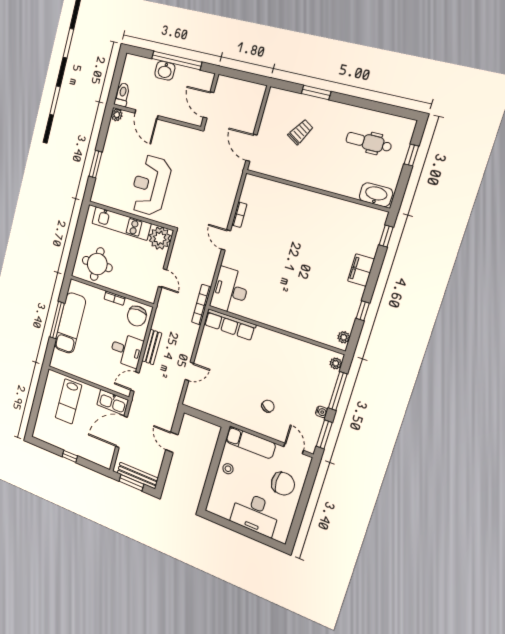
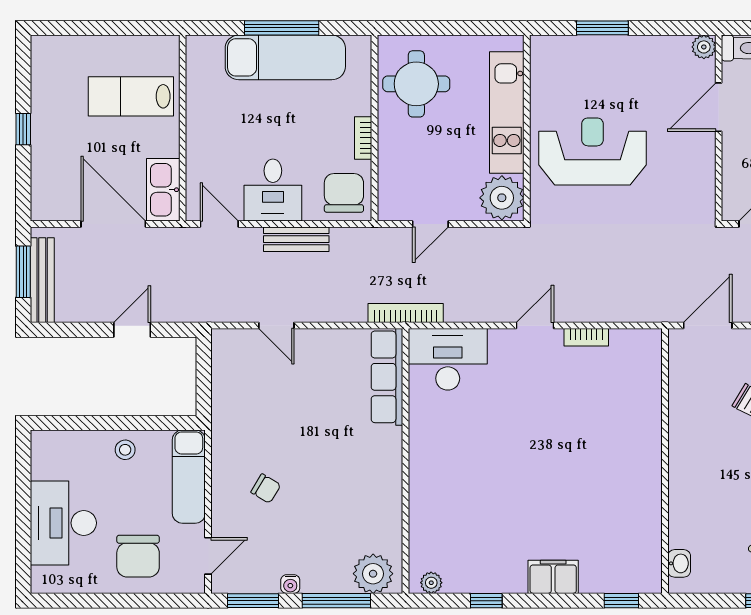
washbasin: (376, 195) -> (679, 563), width x0.52, depth x0.69
chair: (137, 316) -> (344, 193), turned 90
plant: (336, 363) -> (373, 574), width x1.88, depth x1.88

